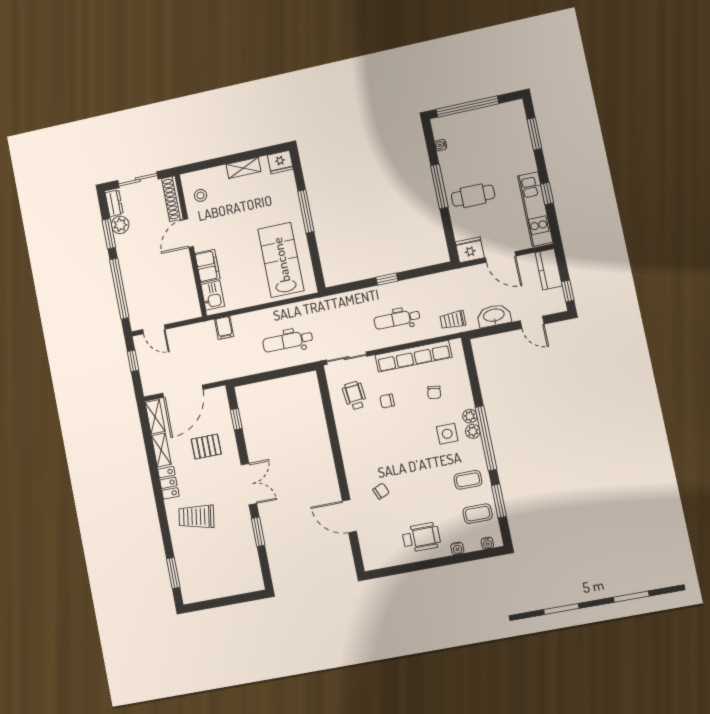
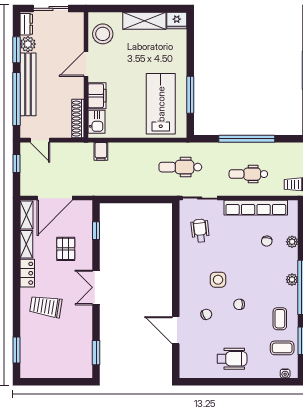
shelving: (243, 168) -> (144, 21), width x1.50, depth x1.33
stool: (200, 195) -> (103, 34), width x1.89, depth x1.89
shoe rack: (172, 199) -> (78, 119), moved
window: (306, 211) -> (190, 95), moved
bench: (129, 270) -> (28, 84), added
window: (387, 279) -> (247, 139), width x3.17
dental chair: (288, 341) -> (180, 167), moved
chair: (387, 401) -> (239, 304), moved
plant: (470, 416) -> (292, 242), moved
side table: (447, 434) -> (218, 280), moved
pallet: (206, 447) -> (66, 249), turned 90
coffee table: (468, 480) -> (280, 319), turned 90
double door: (249, 484) -> (96, 287), swing flipped
window: (258, 532) -> (96, 353), moved
water cooler: (457, 548) -> (260, 373), removed

